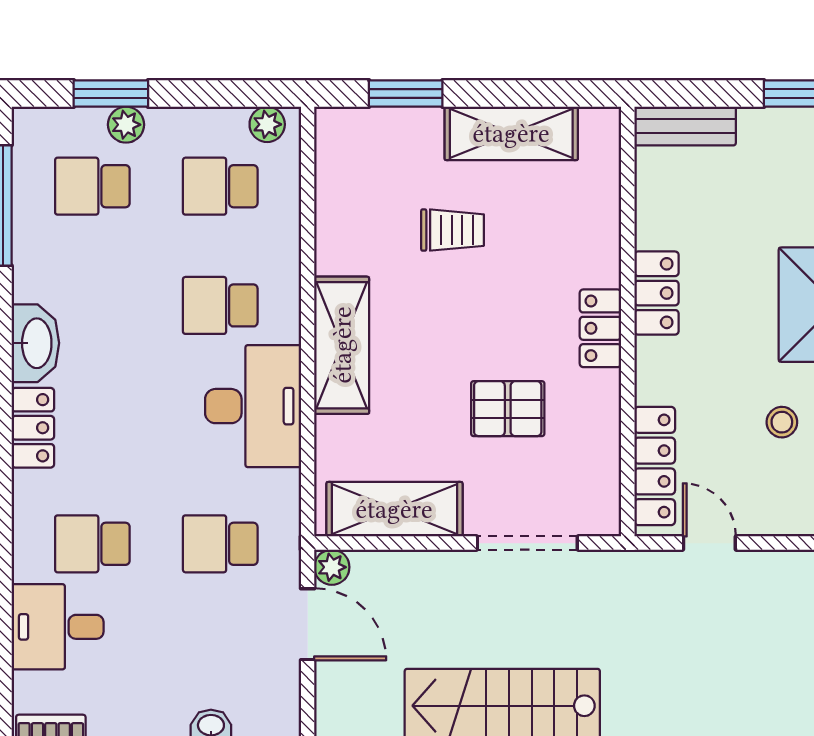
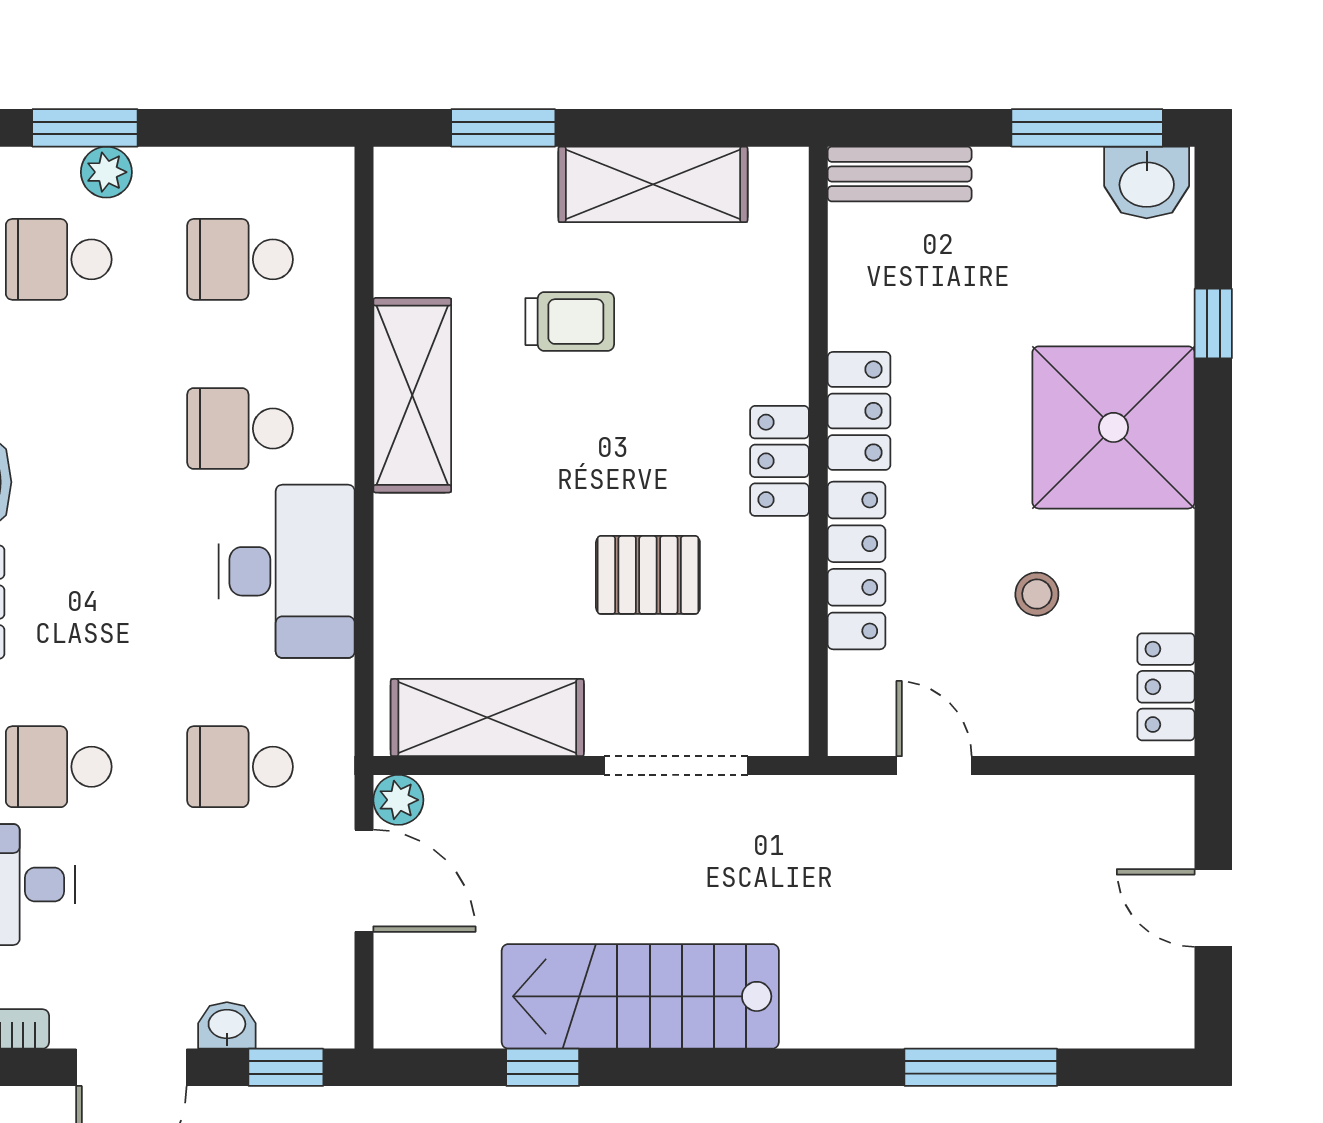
plant: (267, 124) -> (307, 172), removed
shelving: (342, 345) -> (412, 395), moved
locker: (655, 466) -> (856, 566), moved

